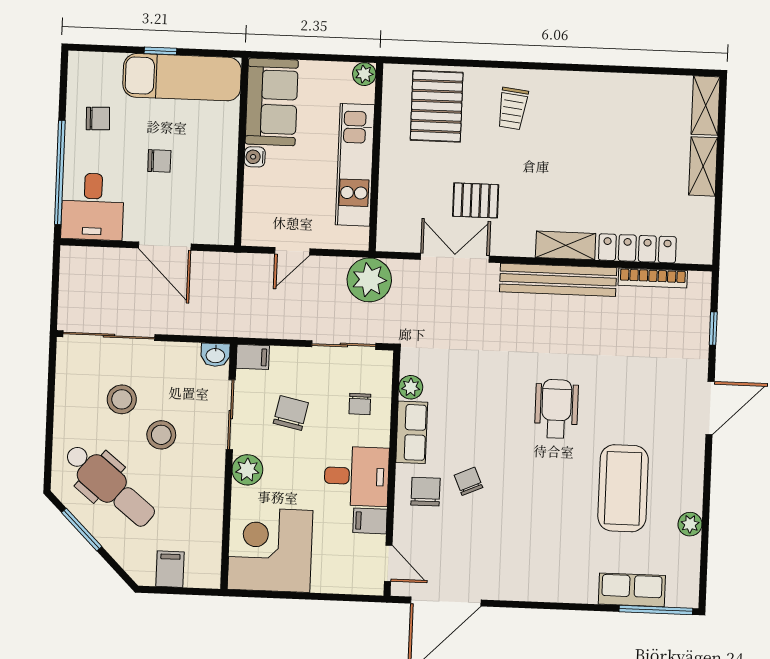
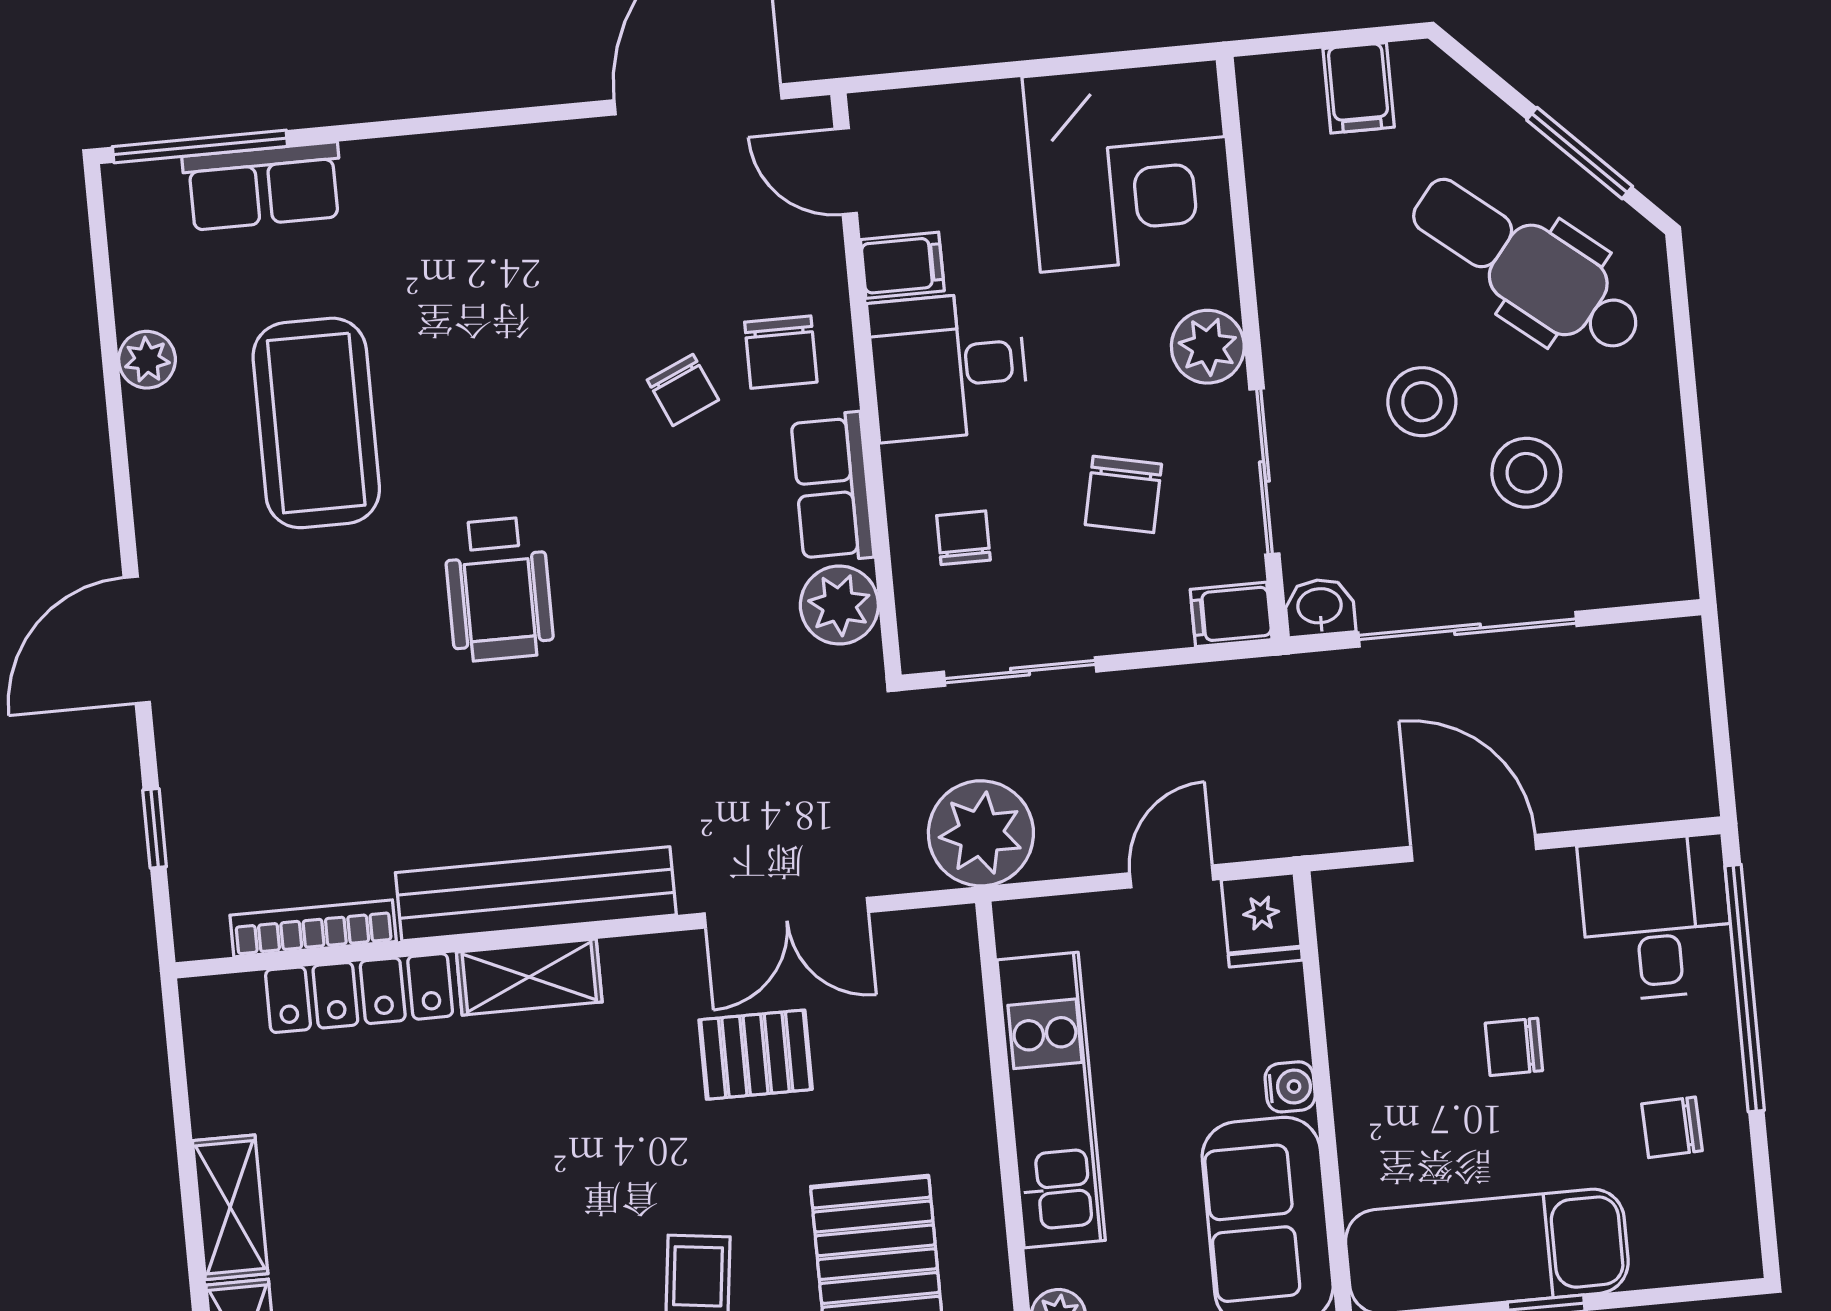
fridge: (257, 228) -> (1262, 920), added
sliding door: (109, 336) -> (1467, 629), moved
plant: (411, 387) -> (839, 605), width x1.38, depth x1.38

